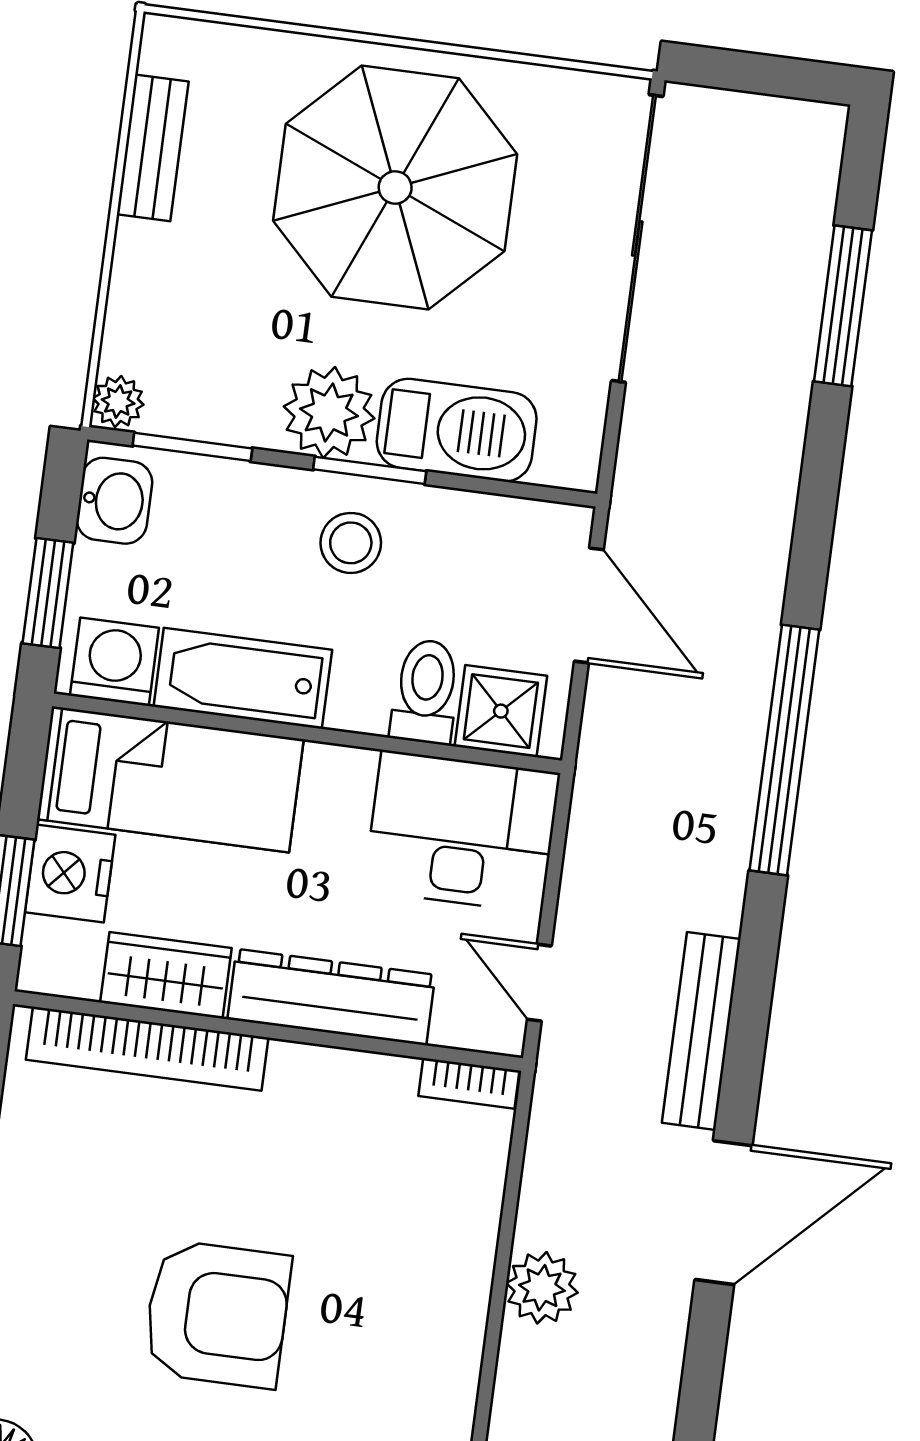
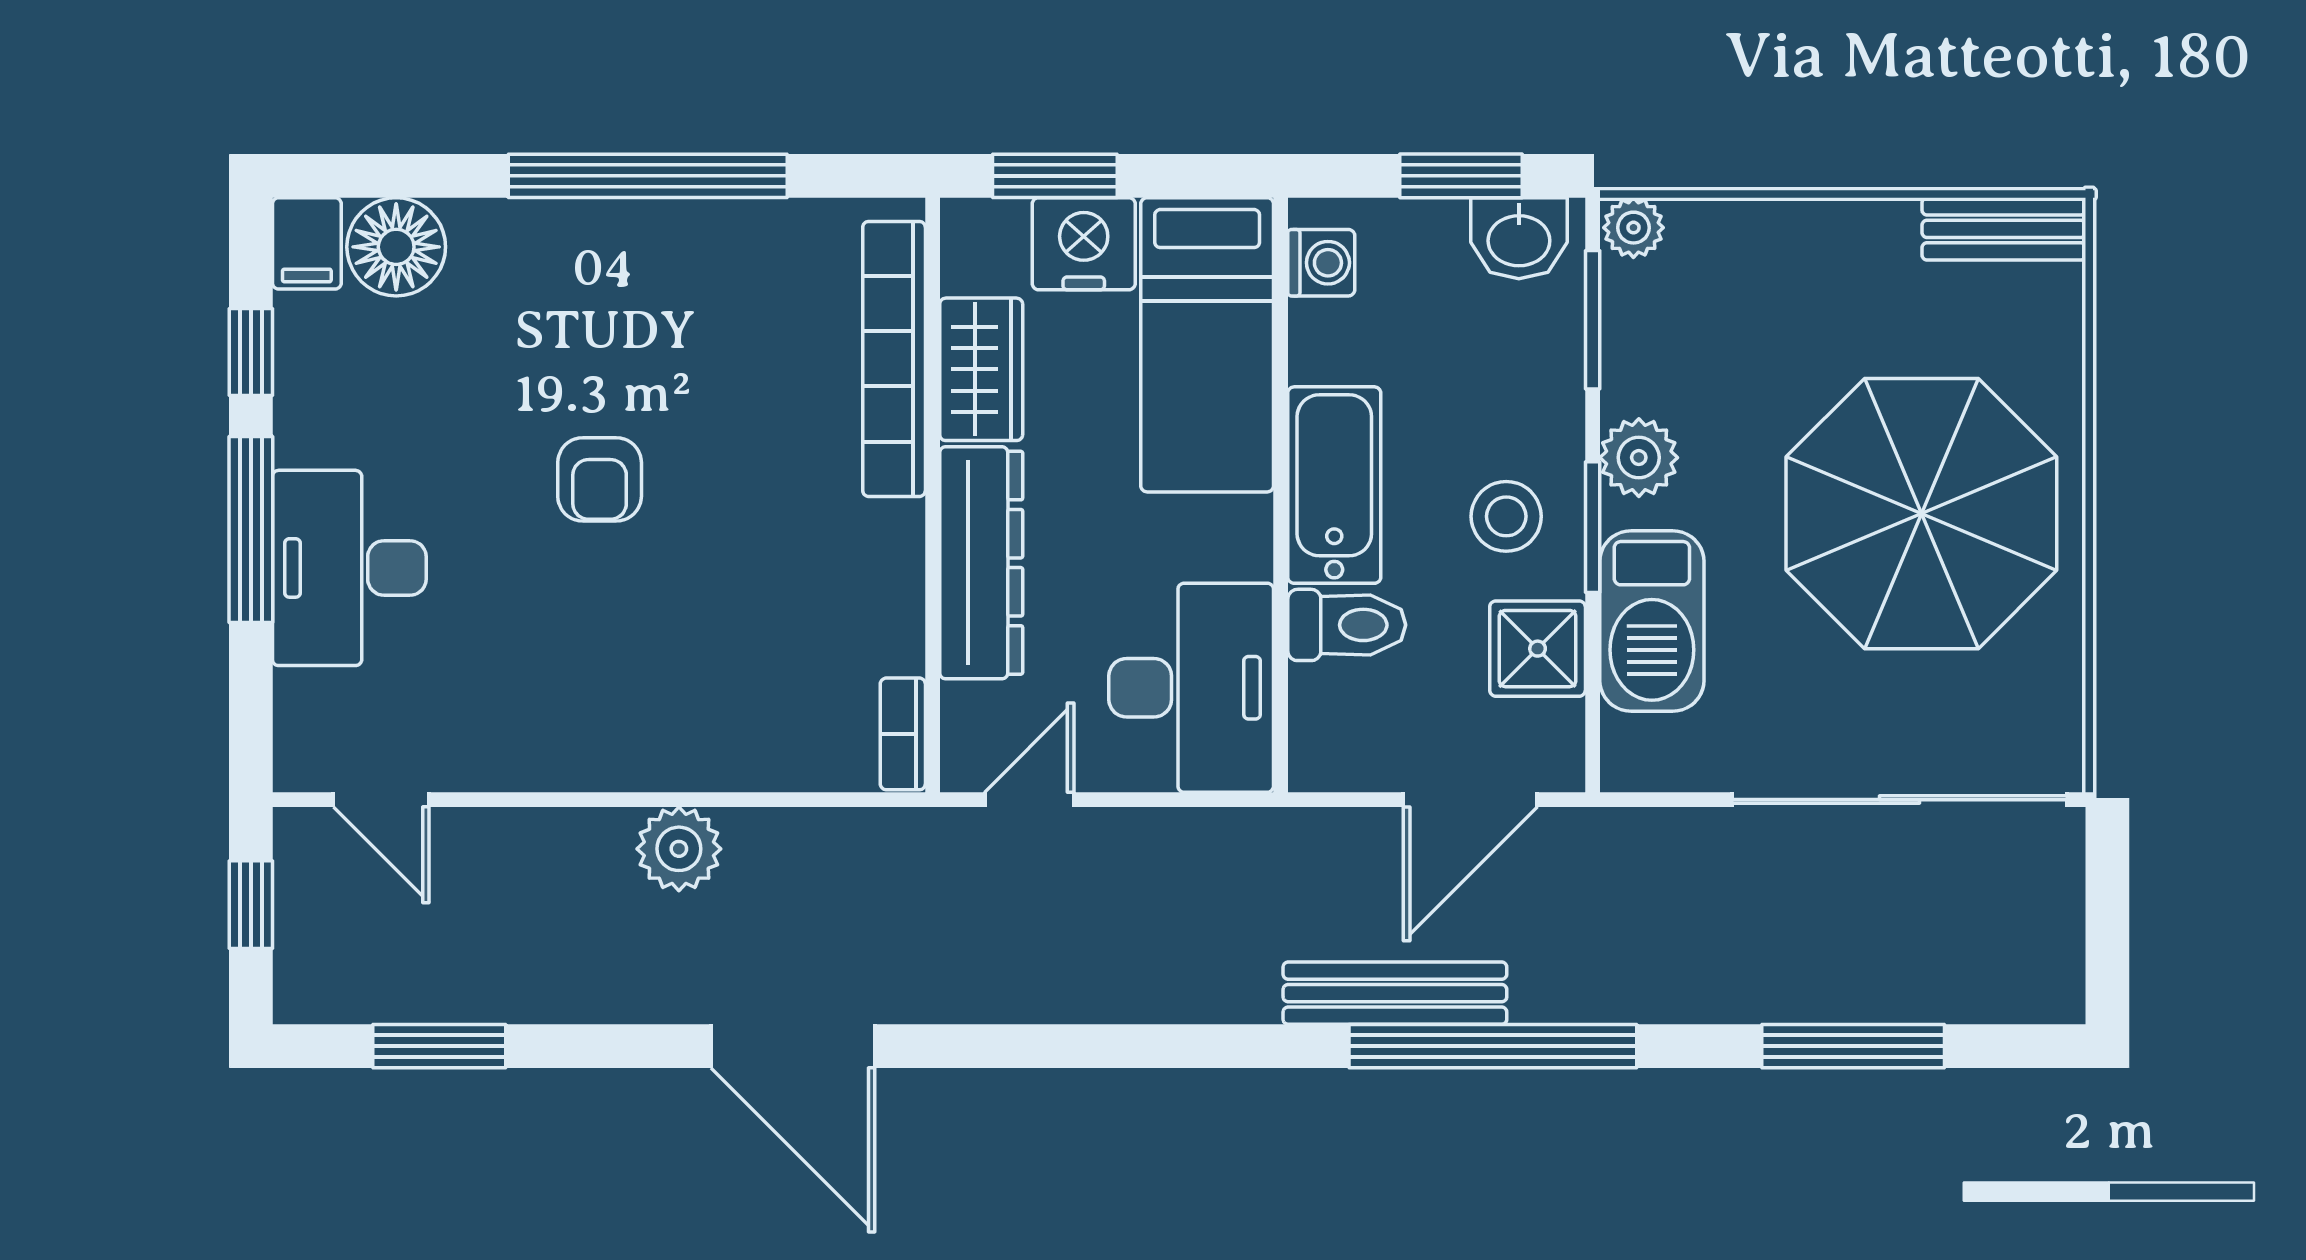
bench: (153, 148) -> (2004, 229), moved
plant: (329, 412) -> (1639, 458), width x0.73, depth x0.73
window: (48, 593) -> (1461, 176), moved
washing machine: (114, 662) -> (1321, 263), width x0.73, depth x0.73
bathtub: (243, 678) -> (1334, 485), moved
shower: (501, 711) -> (1538, 649), moved
window: (784, 750) -> (1493, 1046), moved
bench: (701, 1031) -> (1395, 993), moved
armchair: (217, 1314) -> (600, 479), width x0.53, depth x0.53

